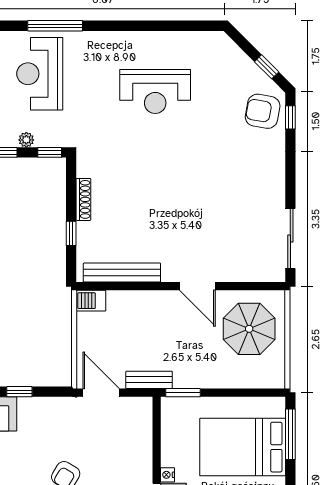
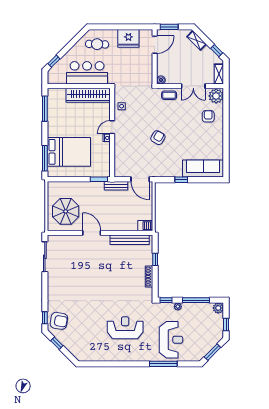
reception desk: (155, 91) -> (125, 328), moved

